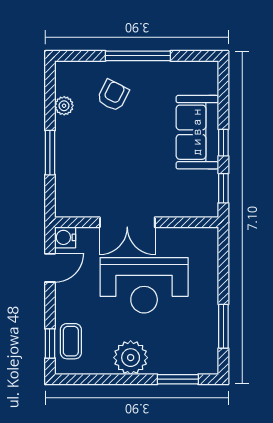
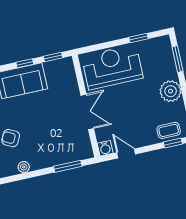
window: (50, 153) -> (68, 166), moved
reception desk: (144, 285) -> (112, 67), moved, turned -90
window: (223, 326) -> (138, 38), width x0.67

